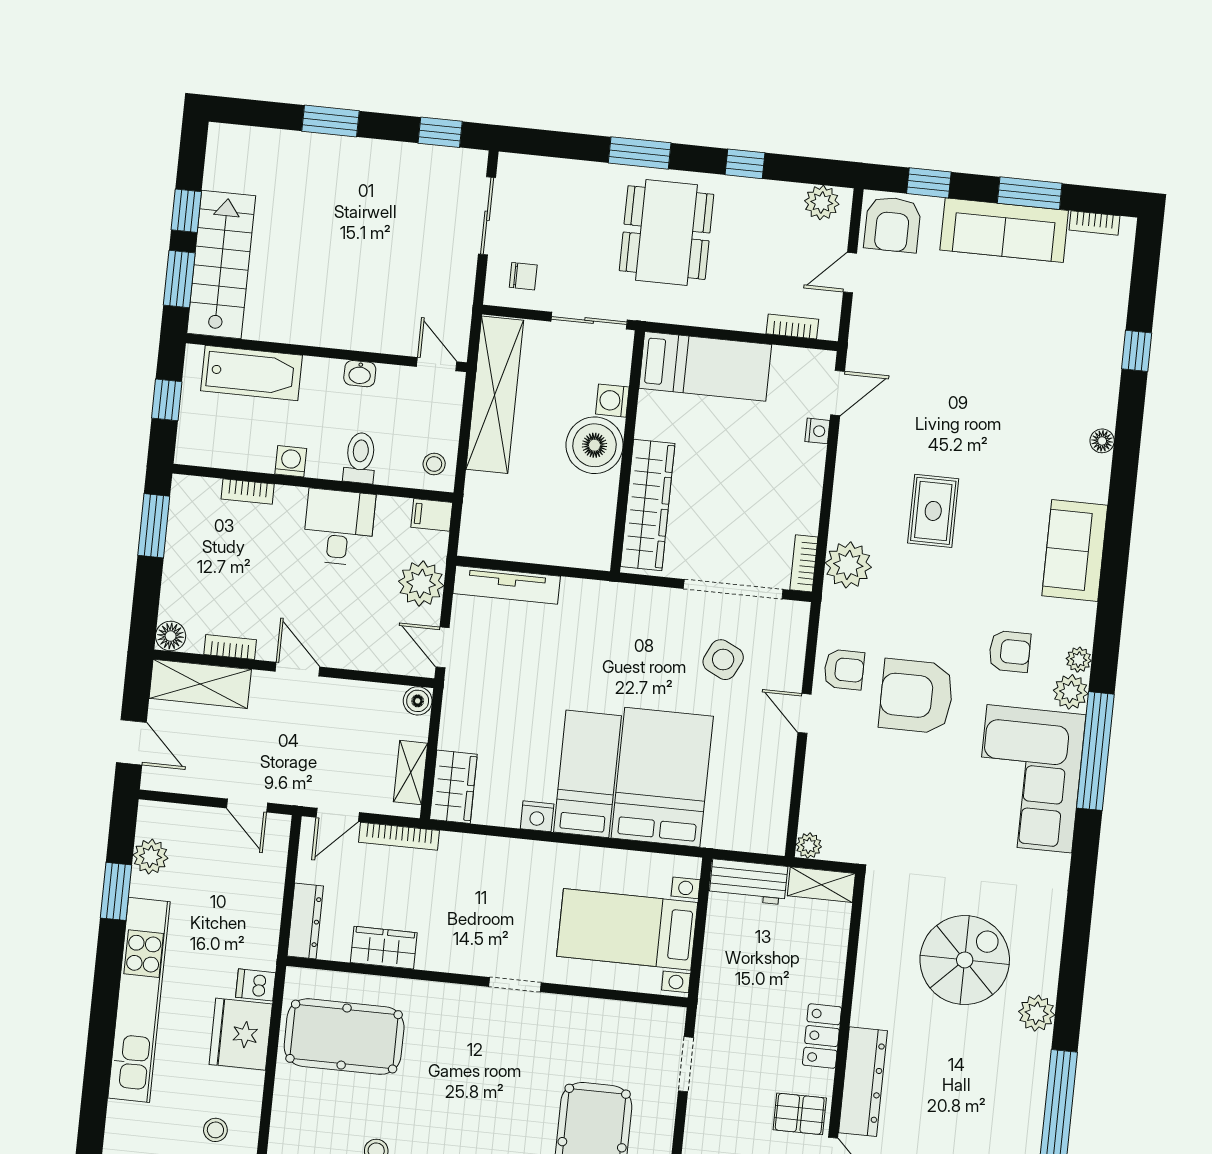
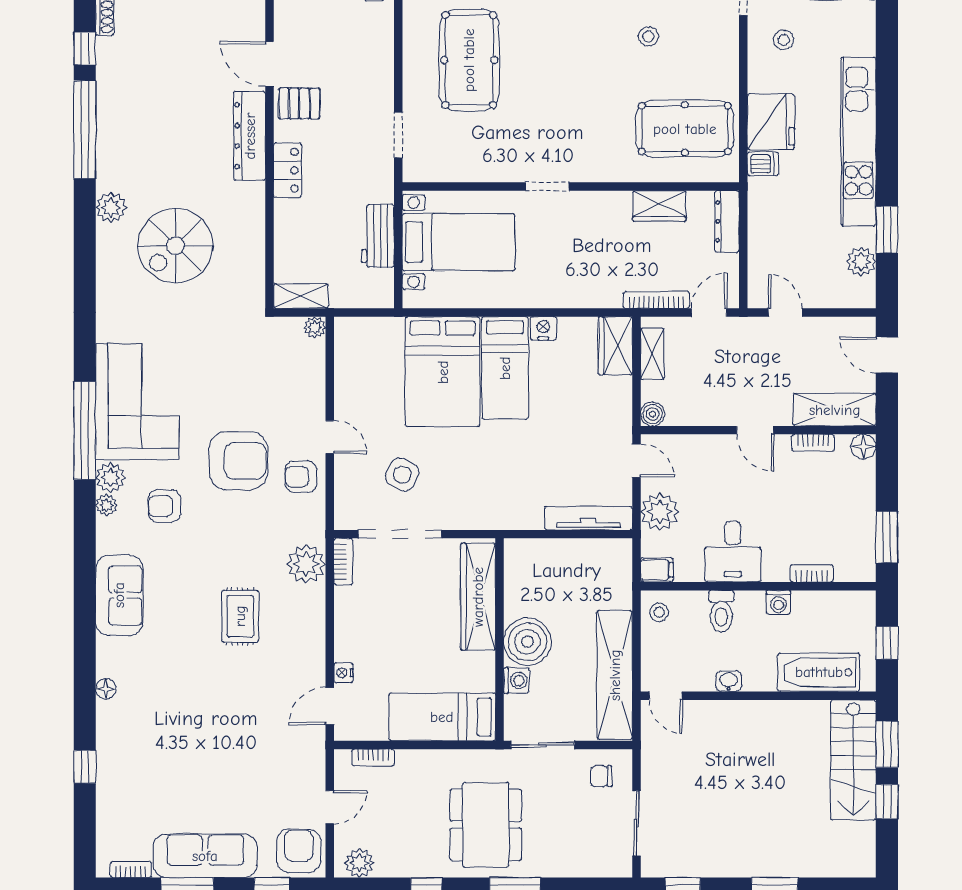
workbench: (748, 882) -> (378, 236), moved, turned -90

